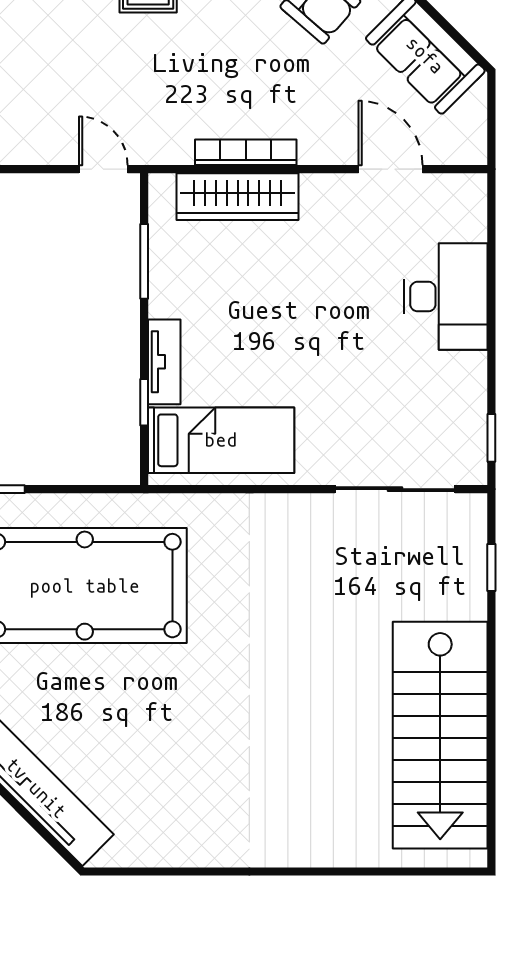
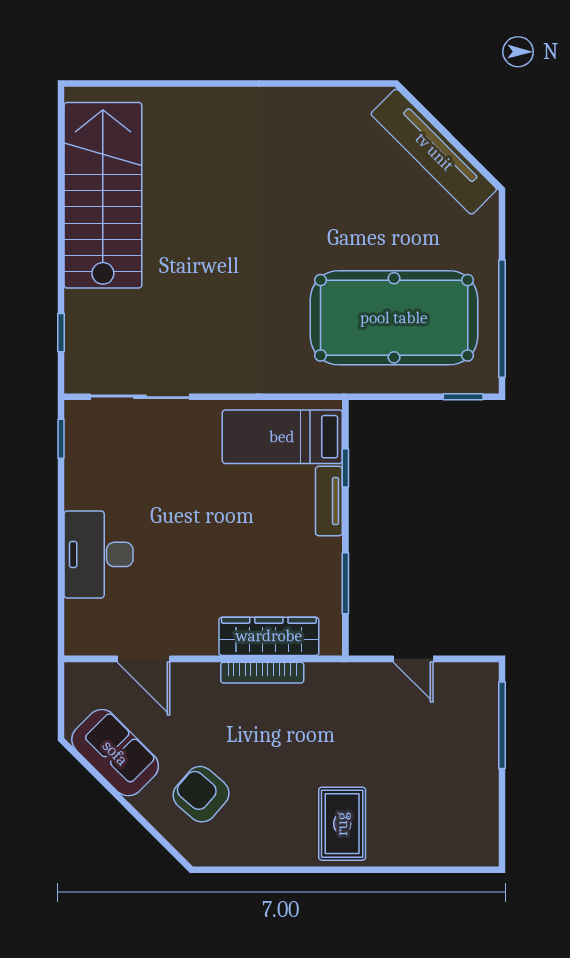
door: (103, 169) -> (413, 659), moved

